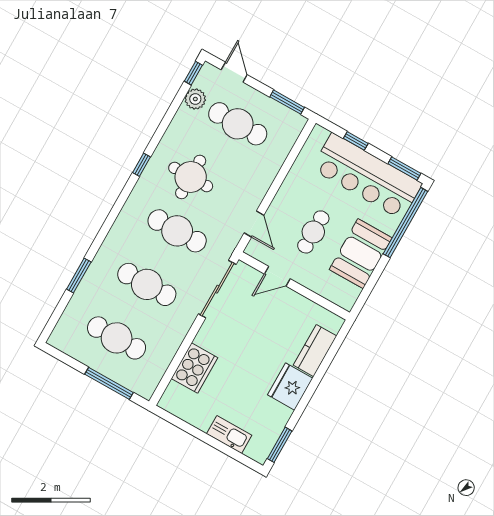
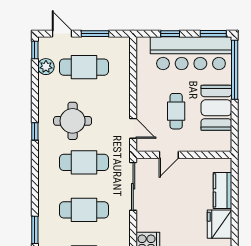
window: (287, 102) -> (95, 34), moved

